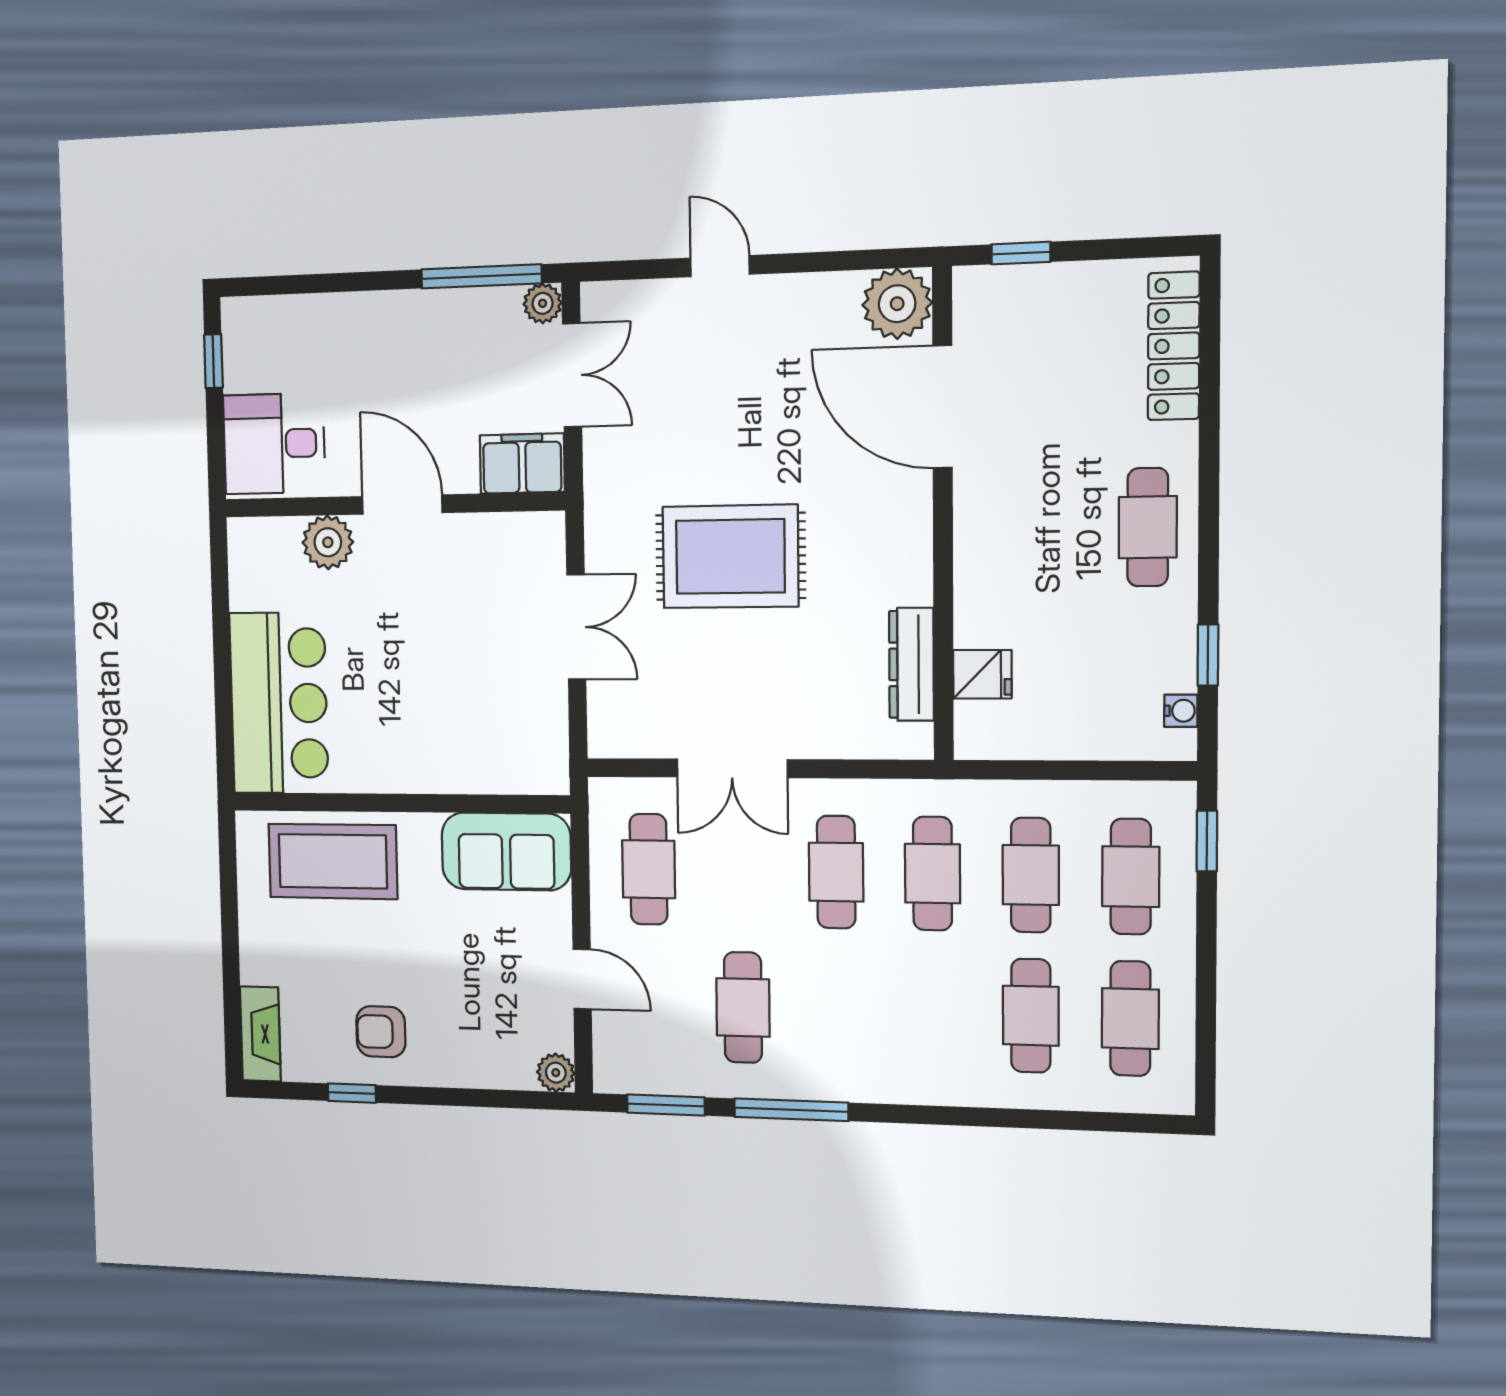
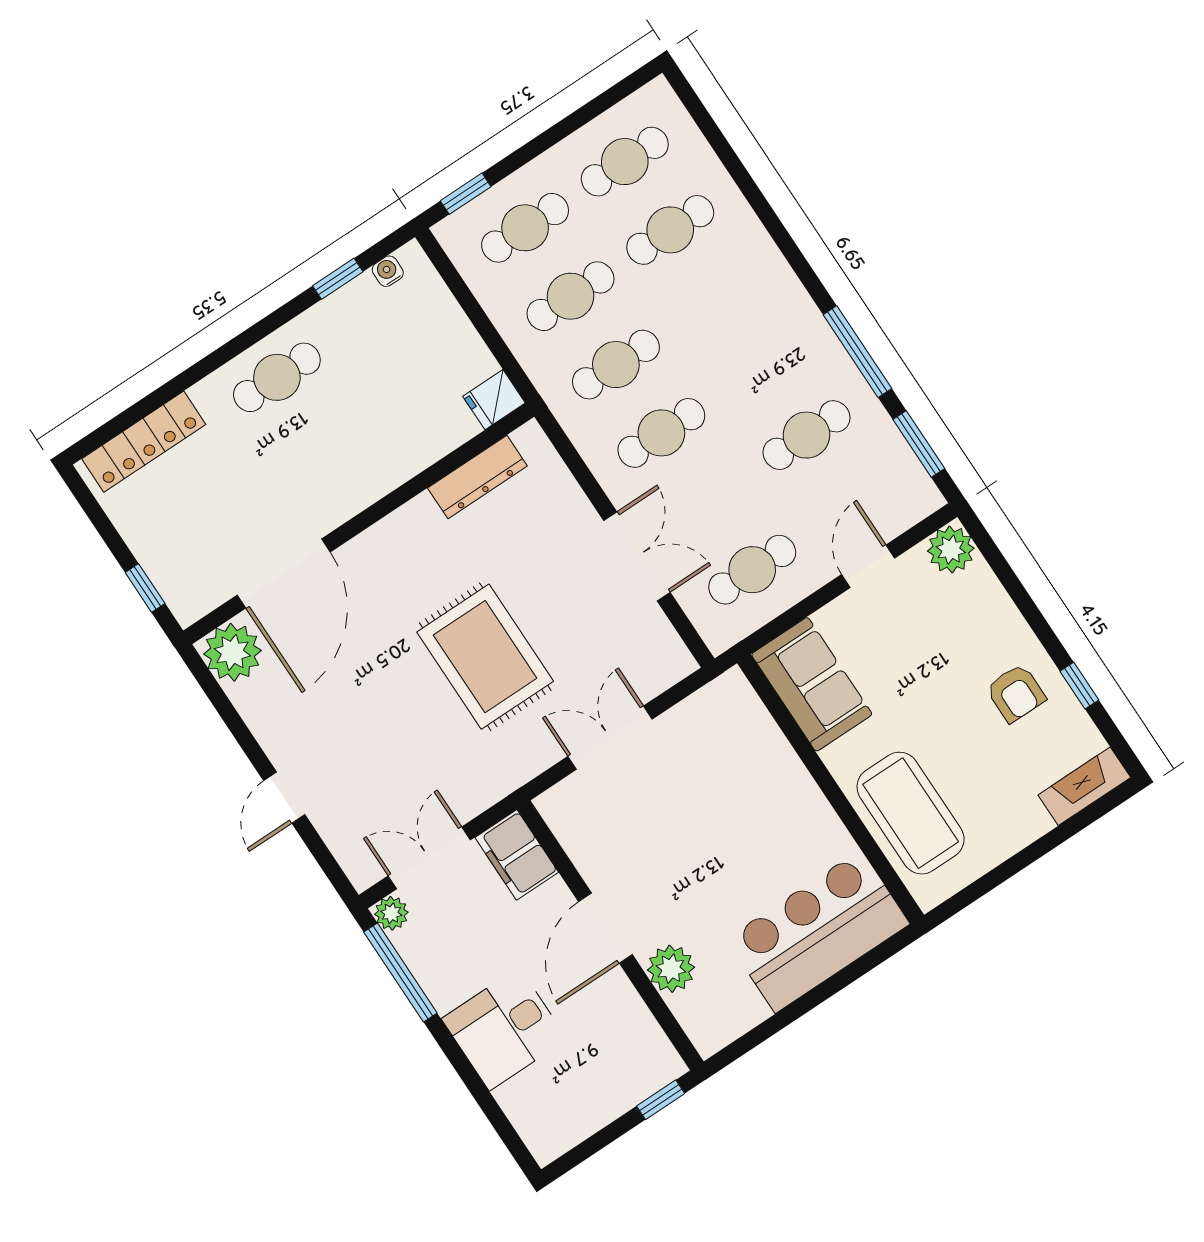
window: (213, 361) -> (661, 1100), moved
desk: (274, 444) -> (504, 1029), moved, turned 90
fridge: (982, 674) -> (494, 400), moved, turned -90
plant: (556, 1073) -> (951, 550), width x1.38, depth x1.38

